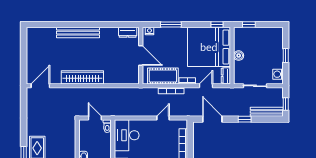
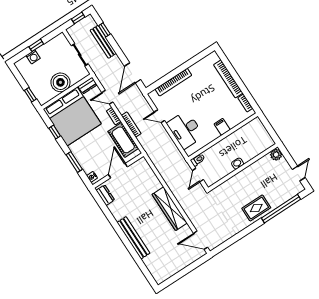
window: (217, 25) -> (55, 132), moved
boiler: (239, 56) -> (60, 82), width x1.86, depth x1.86
washing machine: (278, 74) -> (33, 57), moved
bench: (267, 112) -> (103, 42), moved
window: (245, 119) -> (104, 30), moved
desk: (127, 135) -> (185, 130), moved, turned 90

